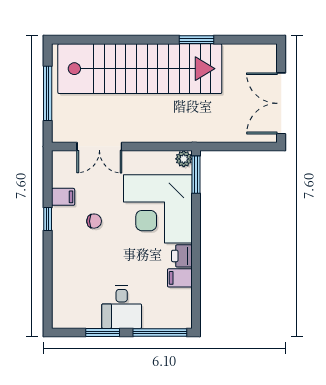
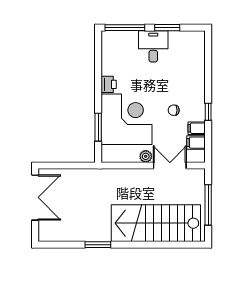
stairs: (140, 69) -> (156, 223), width x0.73
plant: (184, 159) -> (146, 156), moved
window: (196, 175) -> (98, 127), moved
filing cabinet: (180, 278) -> (196, 143), moved, turned 180

